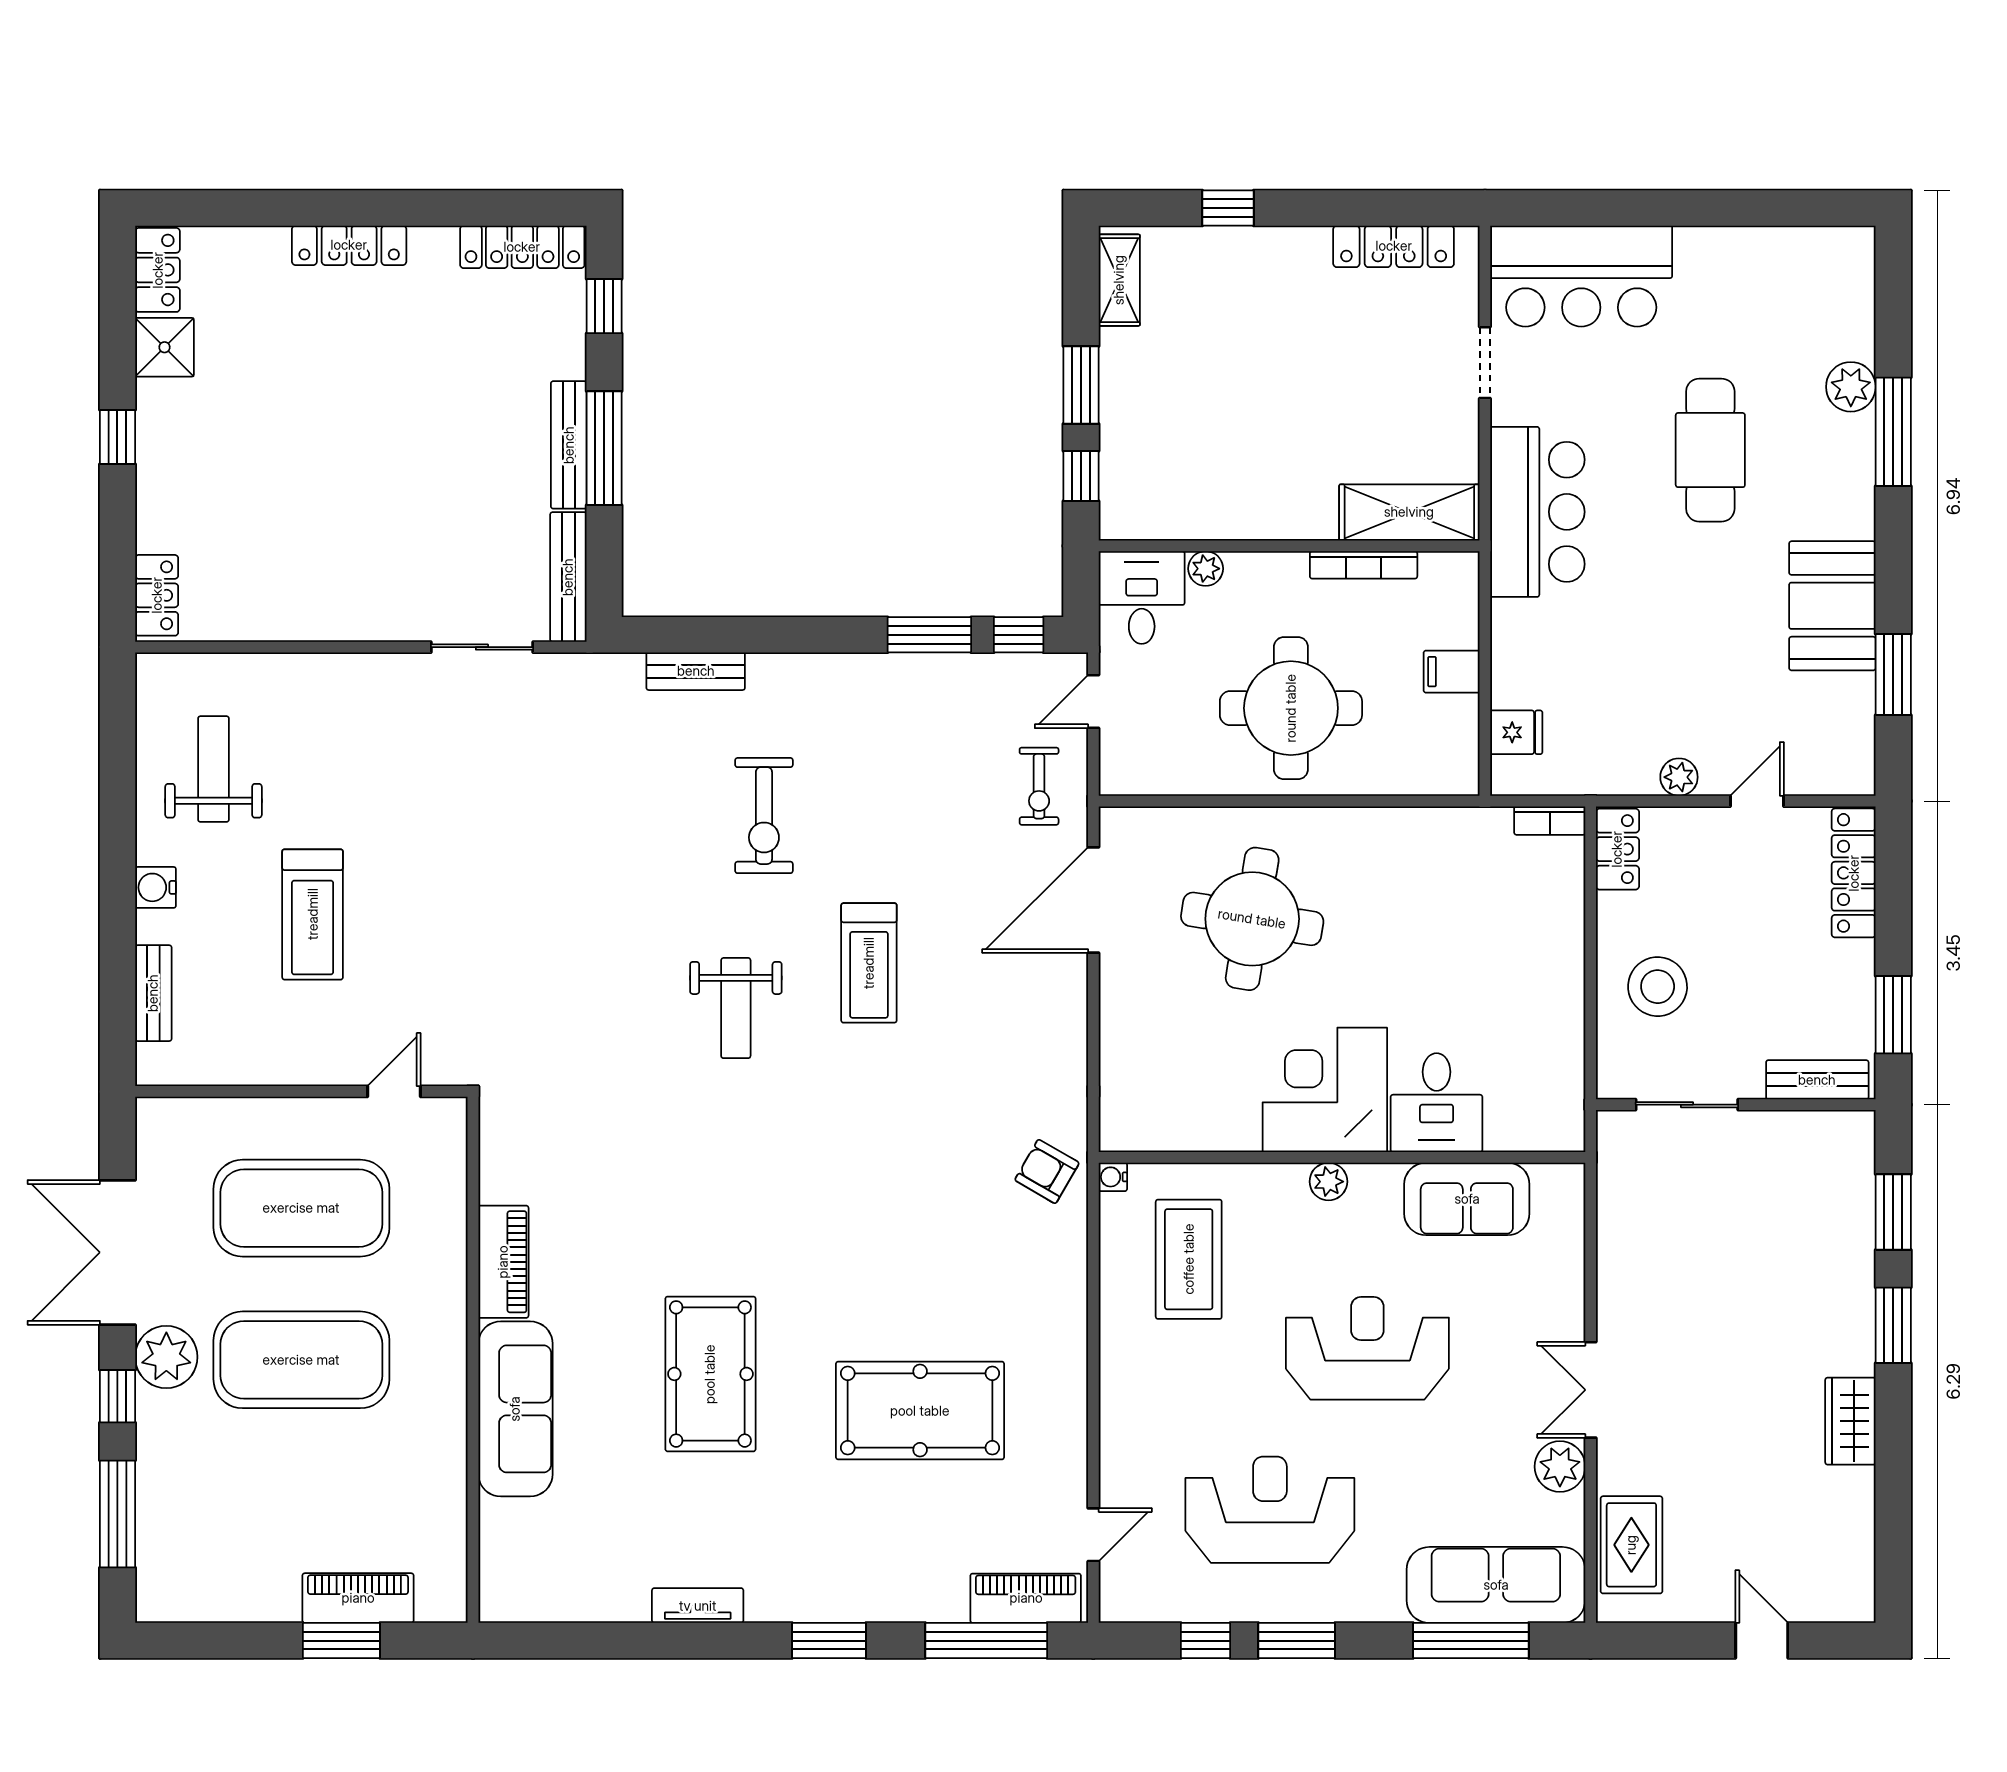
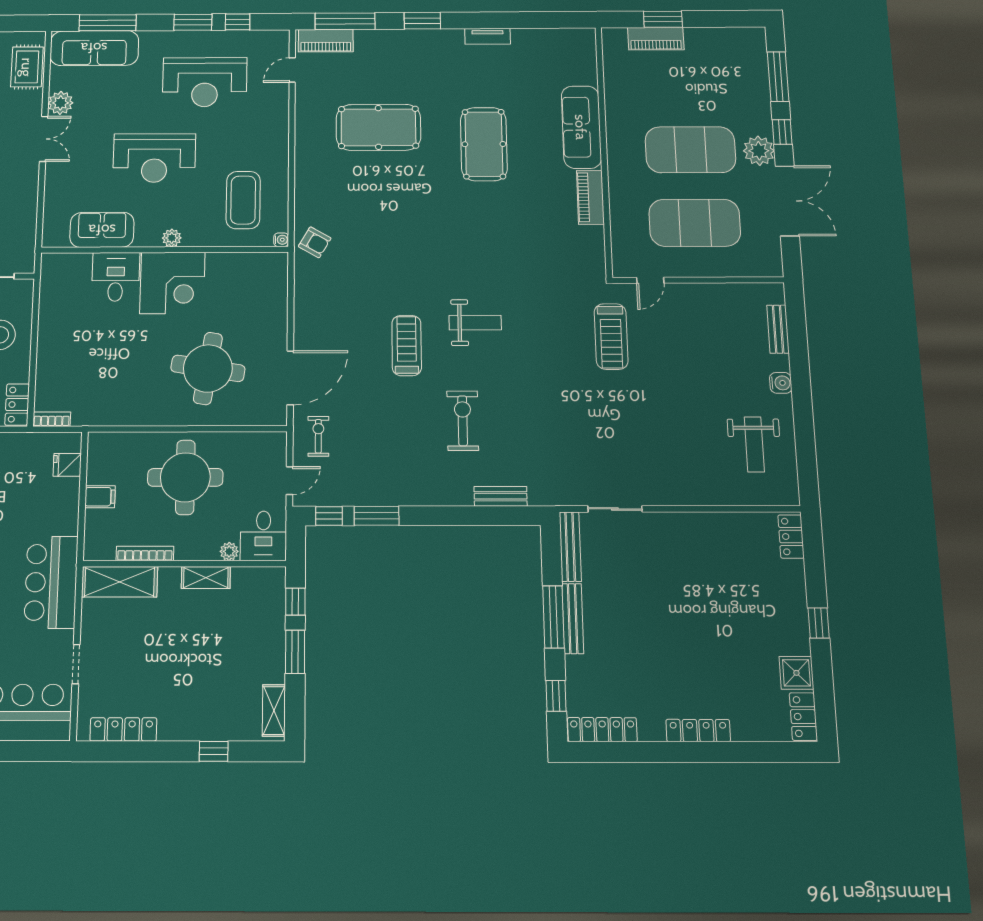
shelving: (1248, 520) -> (206, 578), added
treadmill: (313, 914) -> (611, 336), moved, turned 180
weight bench: (736, 1008) -> (475, 323), turned 90

